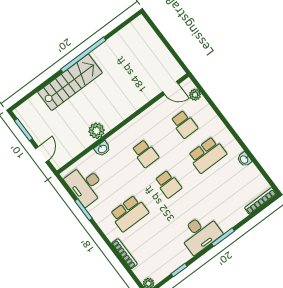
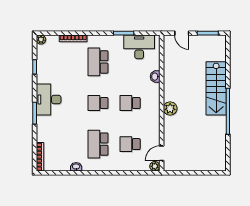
plant: (195, 95) -> (155, 166), moved
plant: (97, 131) -> (170, 108), moved

